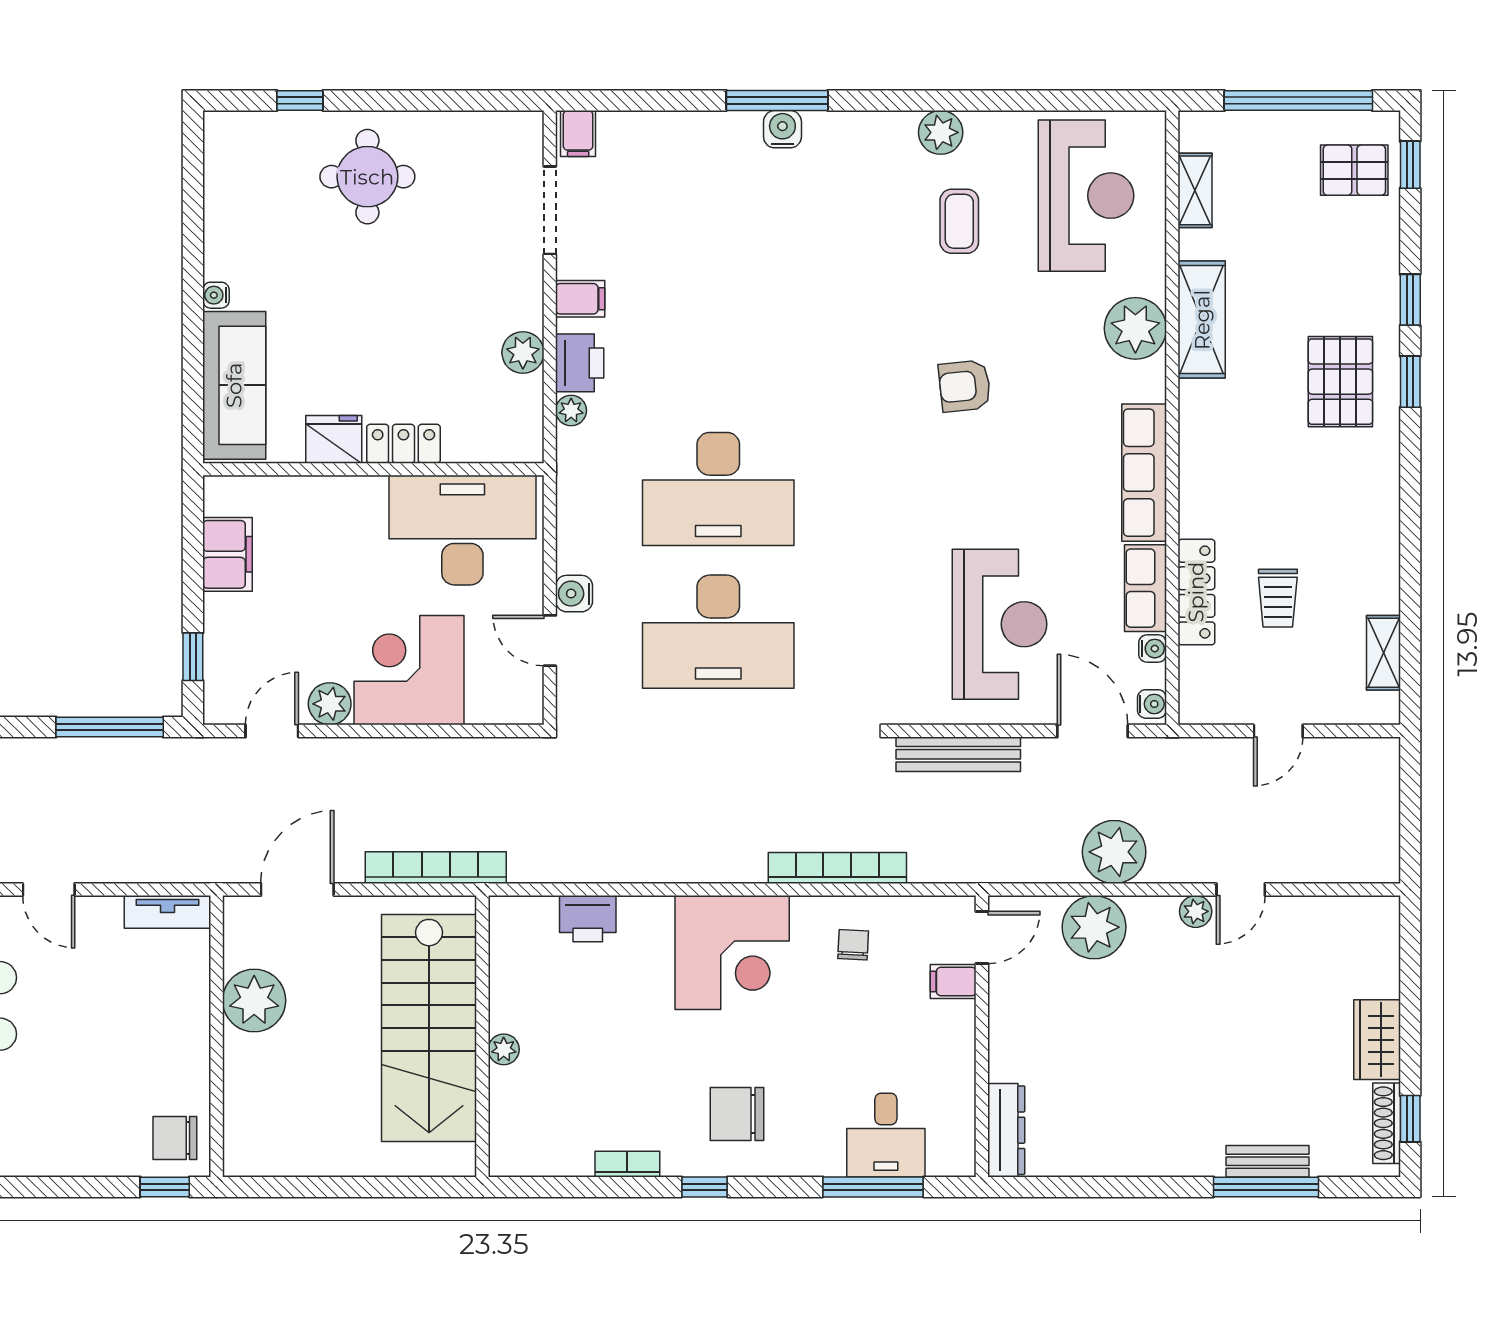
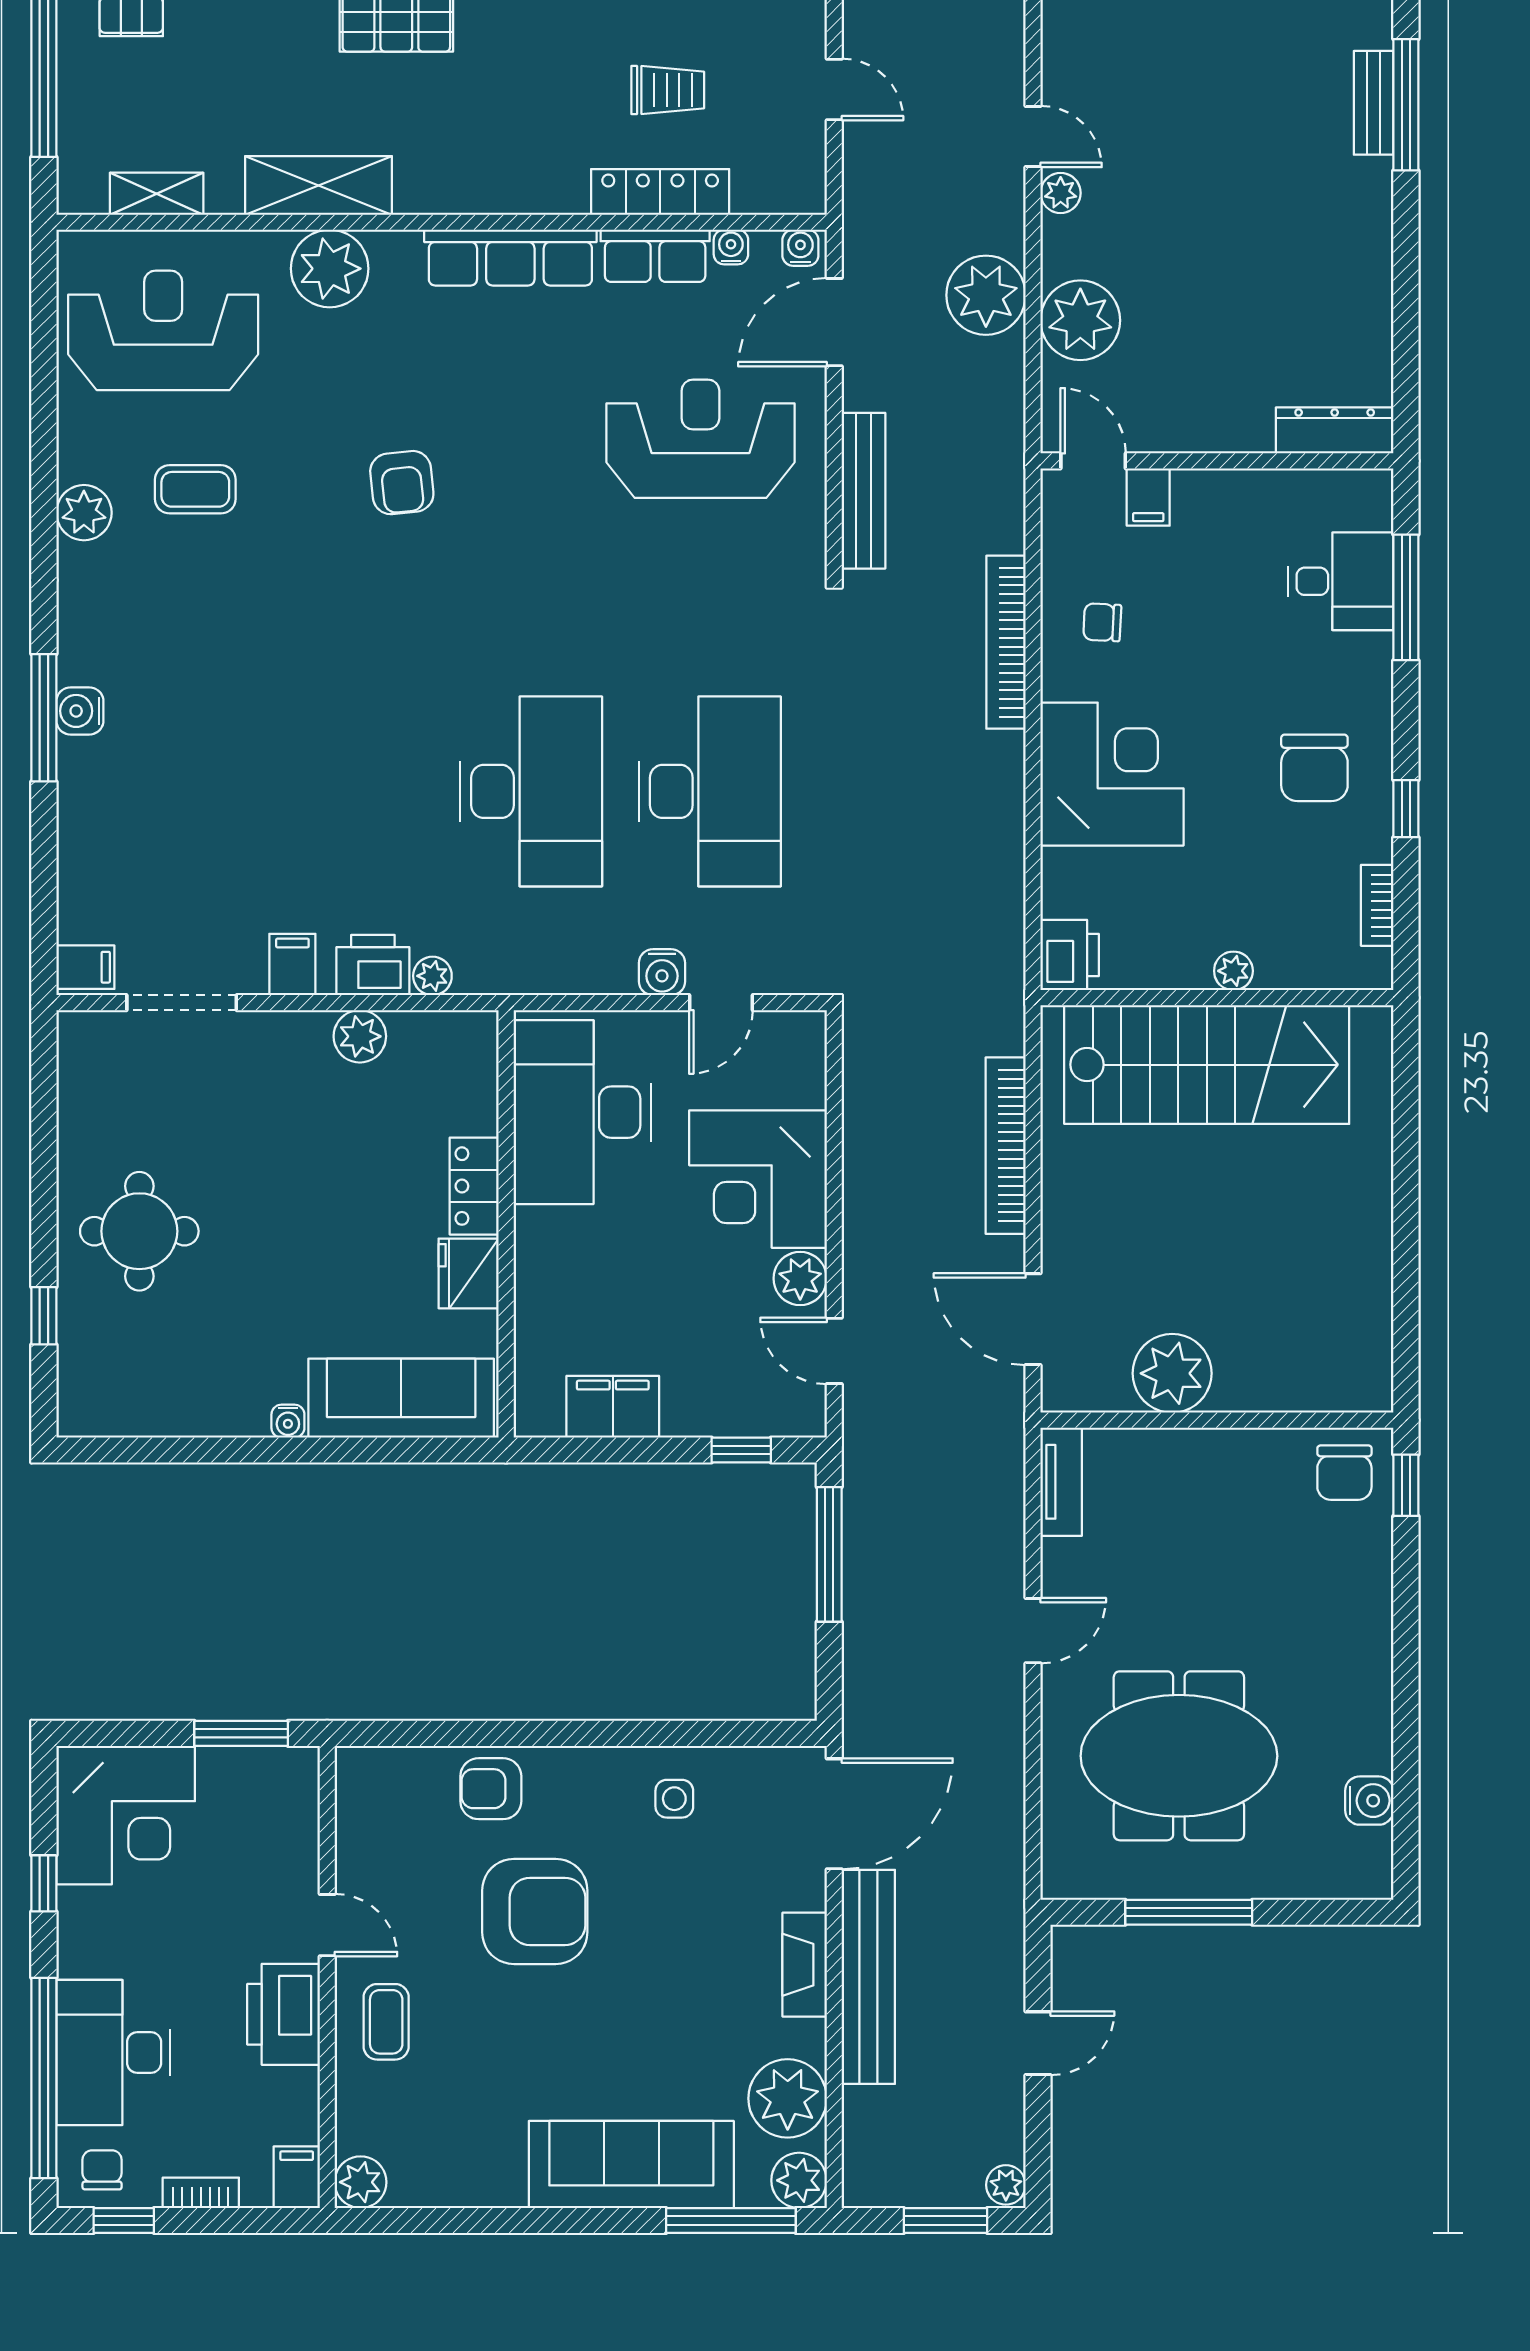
stairs: (429, 1028) -> (1207, 1065), moved
wall: (482, 1036) -> (1217, 998), moved
plant: (504, 1049) -> (1233, 971), moved

